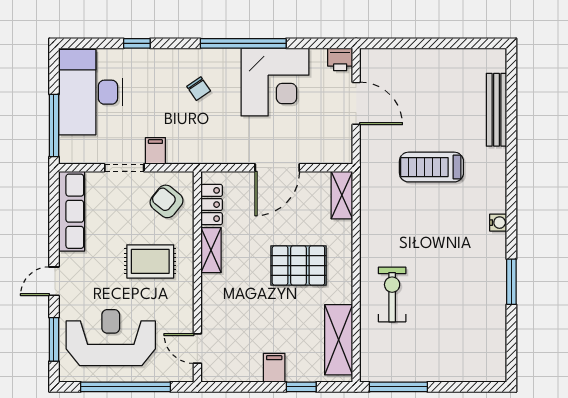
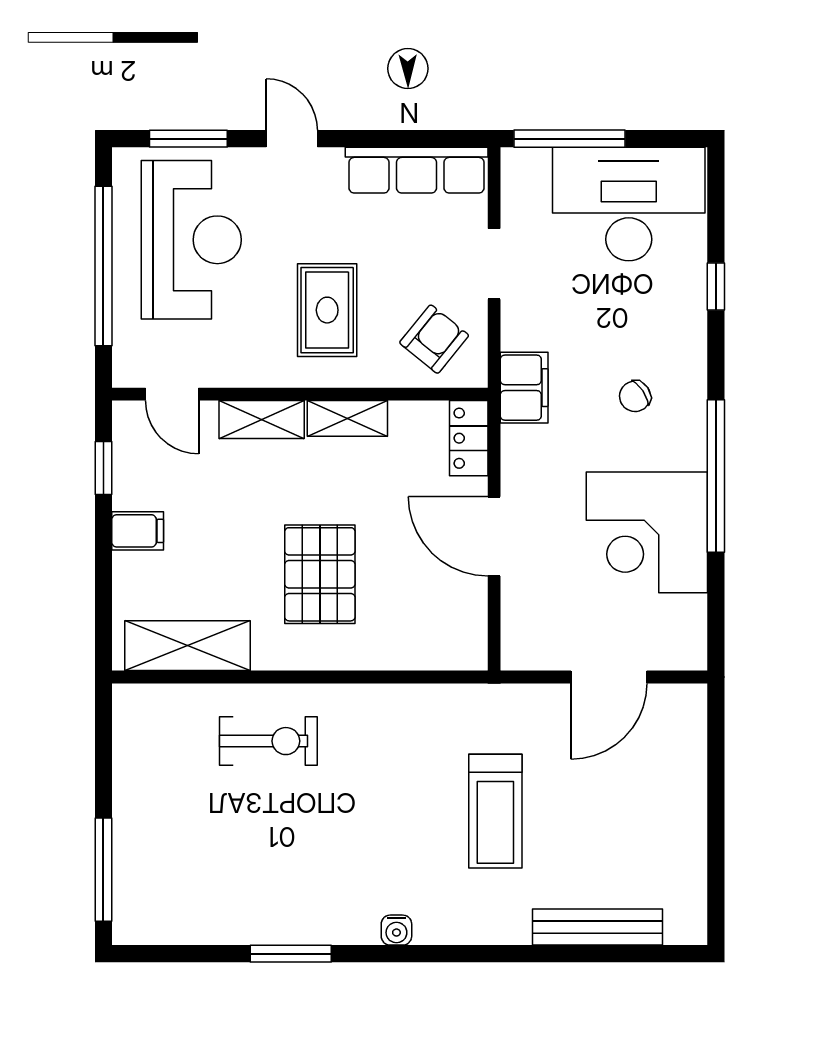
printer: (340, 59) -> (687, 649), removed
filing cabinet: (155, 151) -> (524, 388), moved, width x2.00
treadmill: (431, 167) -> (495, 811), turned 180
shelving: (342, 195) -> (262, 420), moved
locker: (212, 205) -> (469, 438), moved, turned 90
door: (197, 349) -> (172, 394), swing flipped
window: (301, 387) -> (103, 468), moved
window: (398, 387) -> (103, 870), moved

